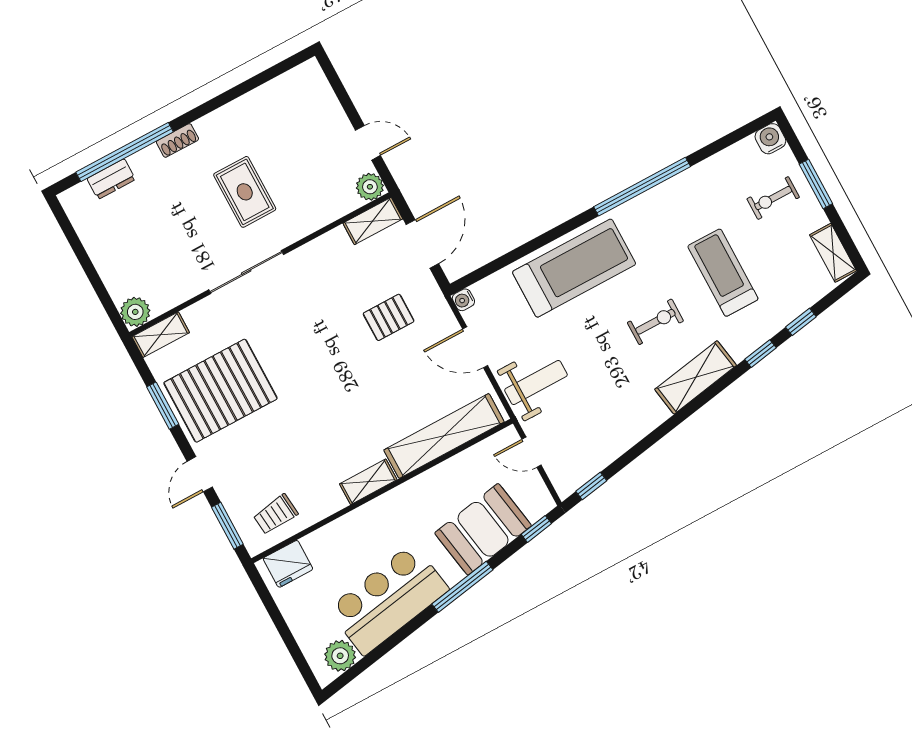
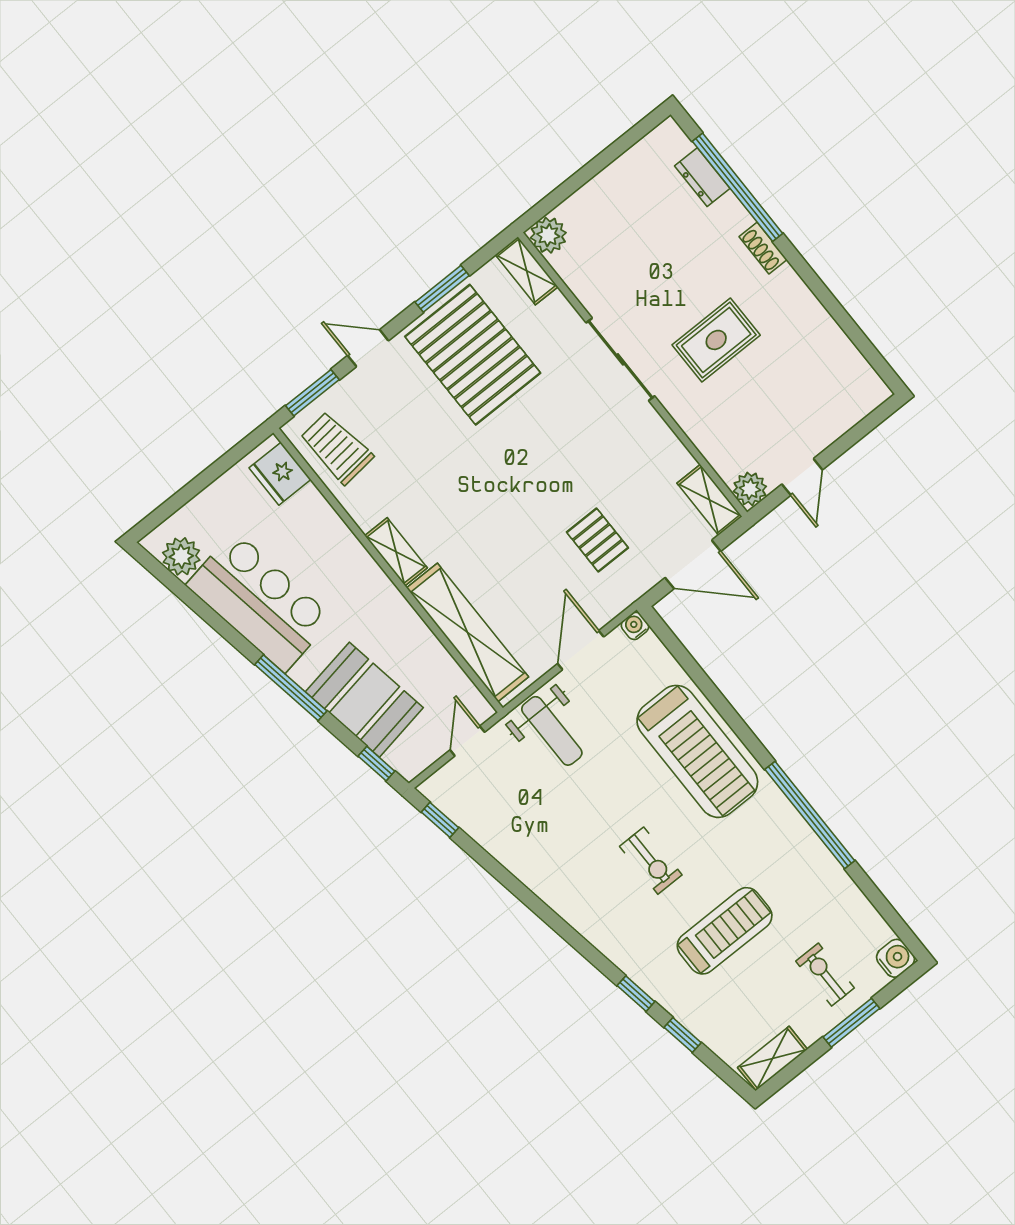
shelving: (696, 377) -> (593, 921), removed
trolley: (276, 514) -> (337, 448), width x1.36, depth x1.39

